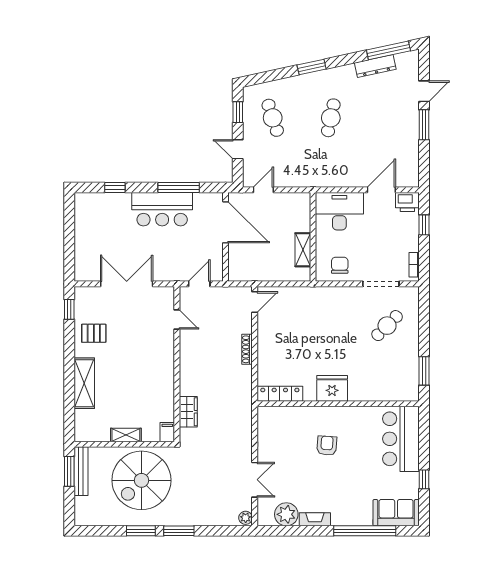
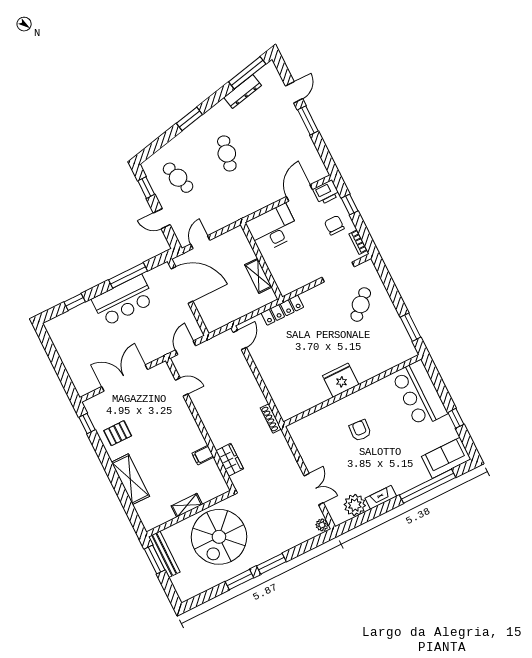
chair: (340, 265) -> (334, 225), moved
shoe rack: (247, 349) -> (271, 419), moved
locker: (280, 394) -> (282, 310), moved, turned 180
filing cabinet: (167, 432) -> (203, 455), moved, turned -90

